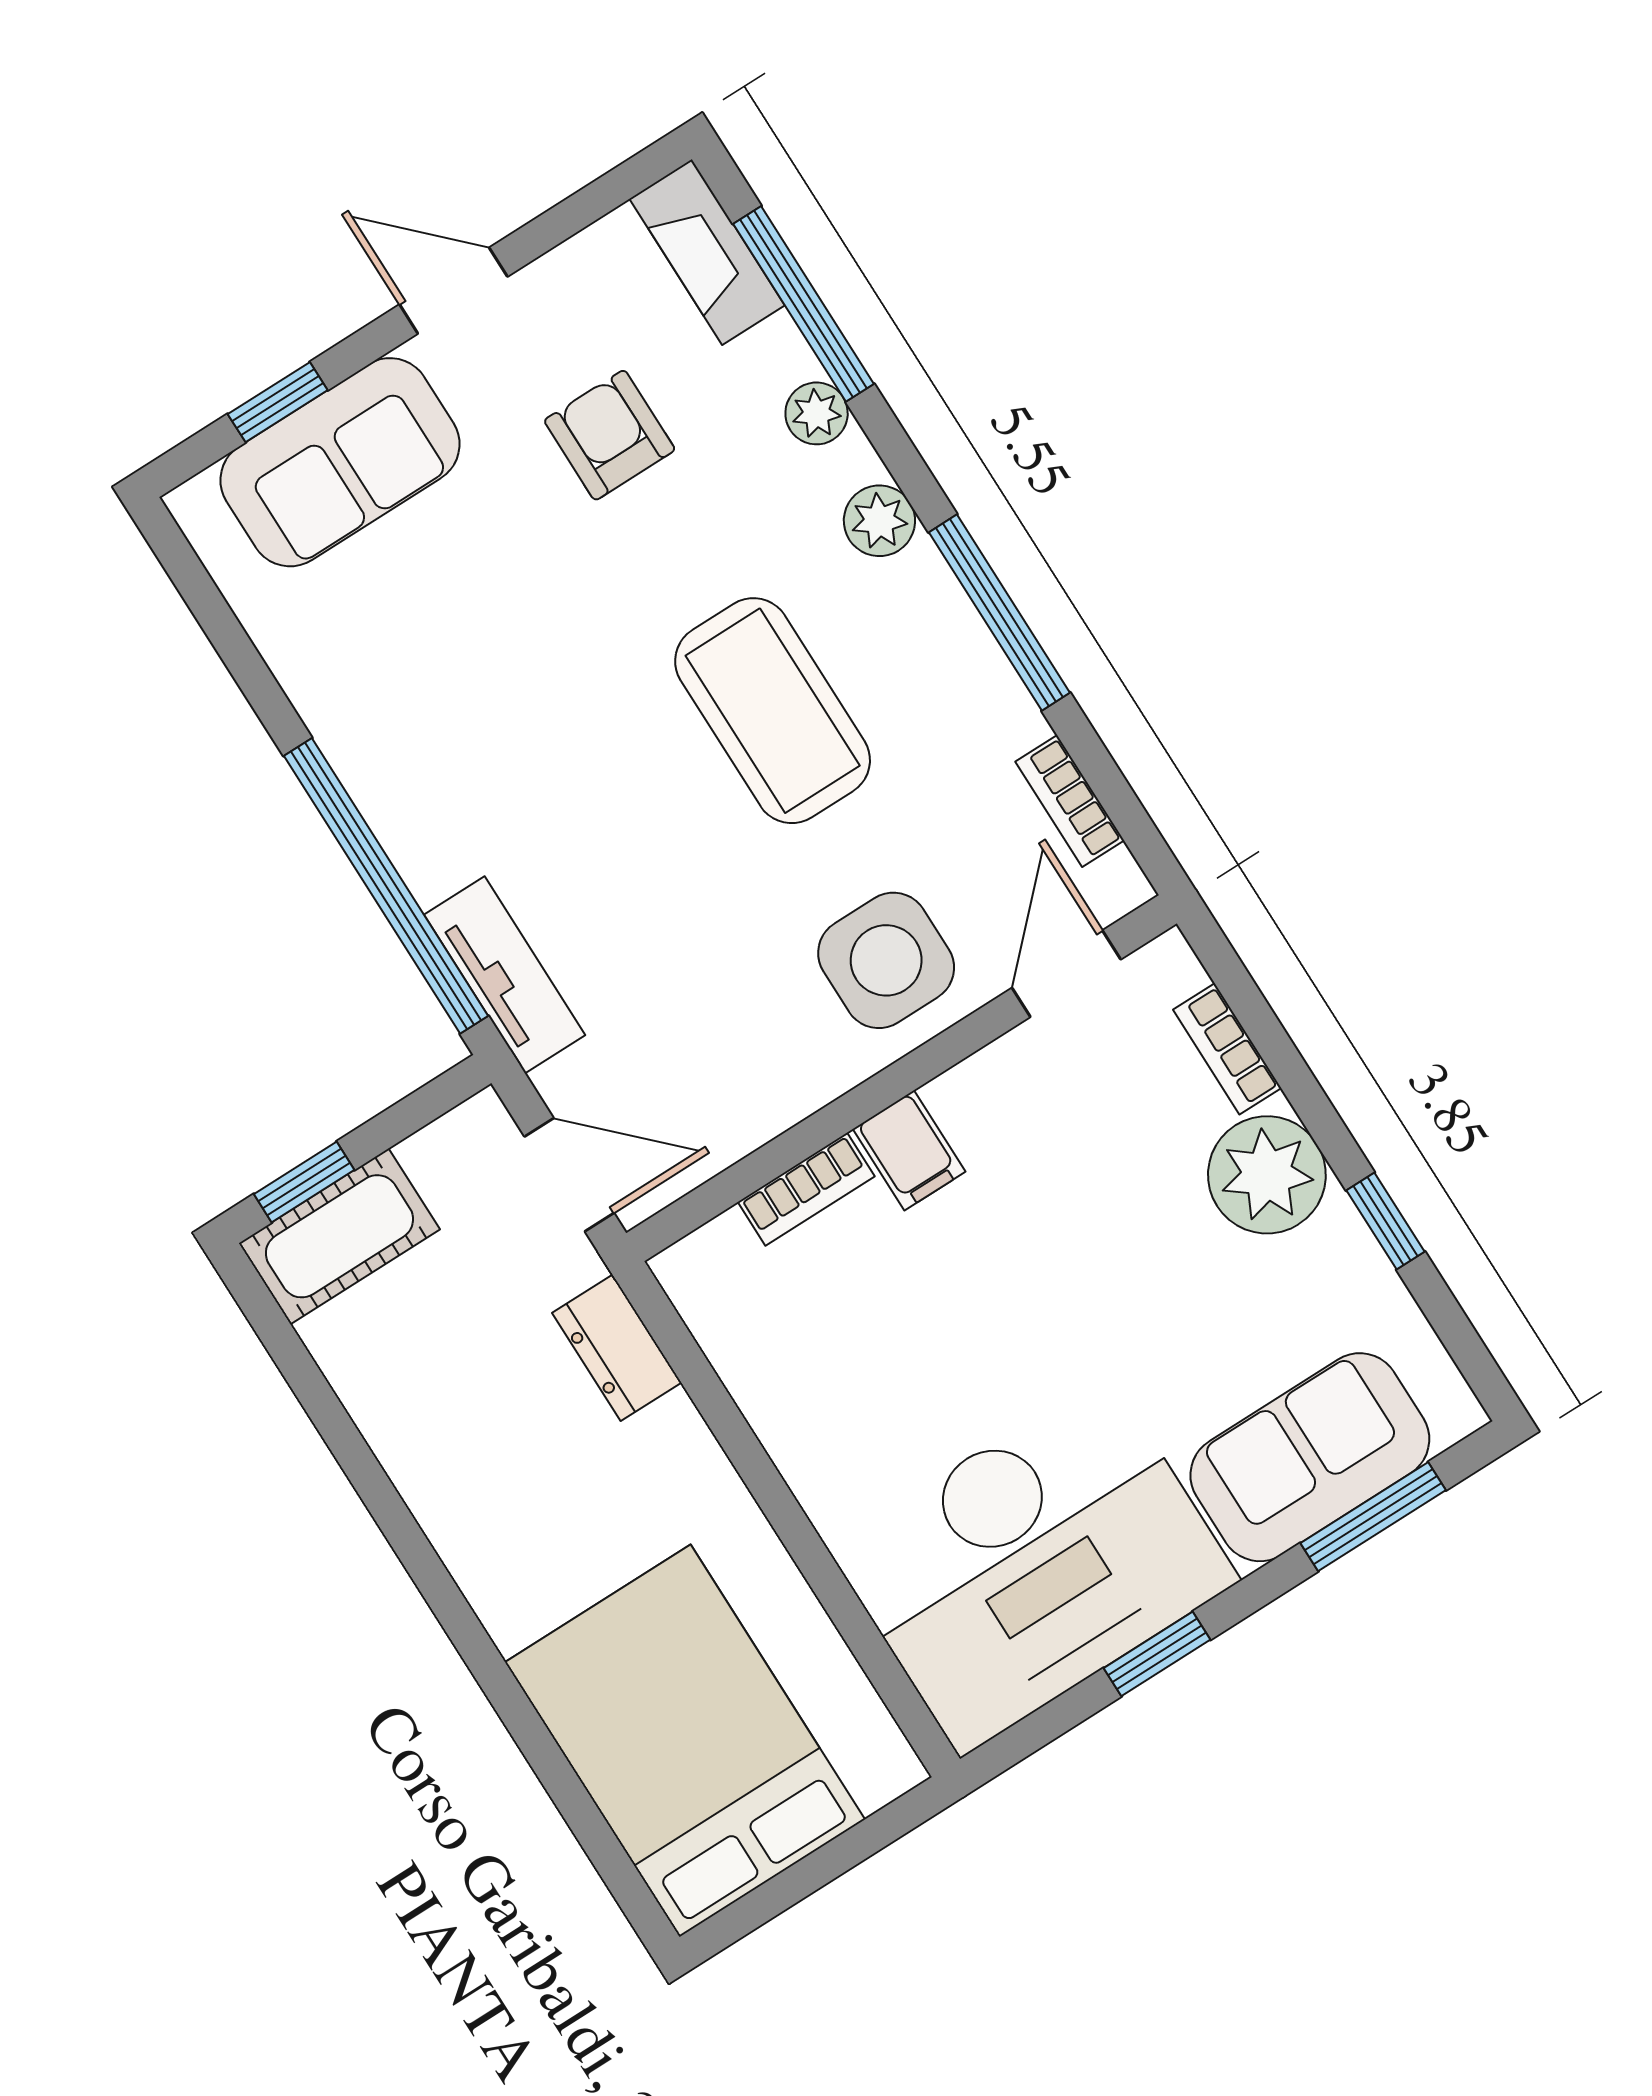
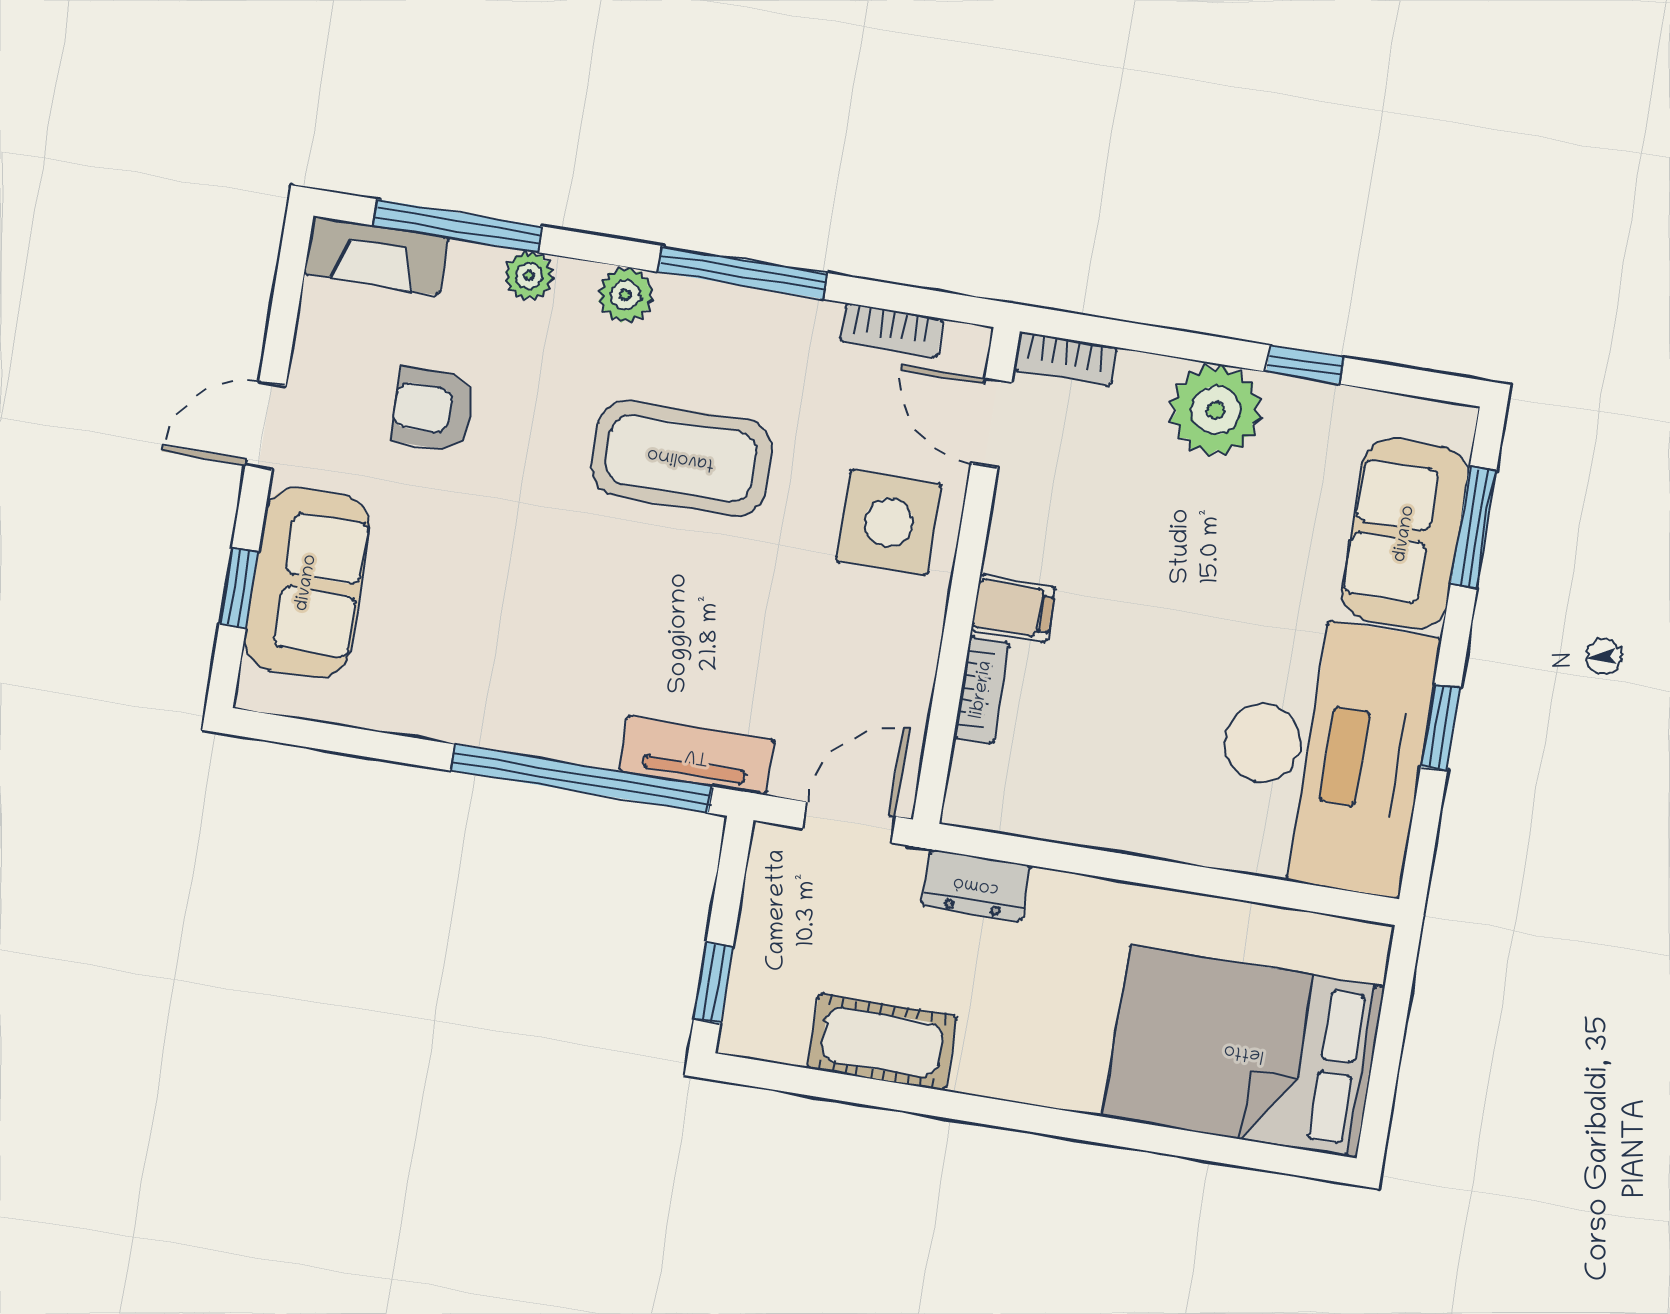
bookcase: (1227, 1049) -> (1065, 359), moved
cot: (339, 1236) -> (882, 1042), moved, turned 90

